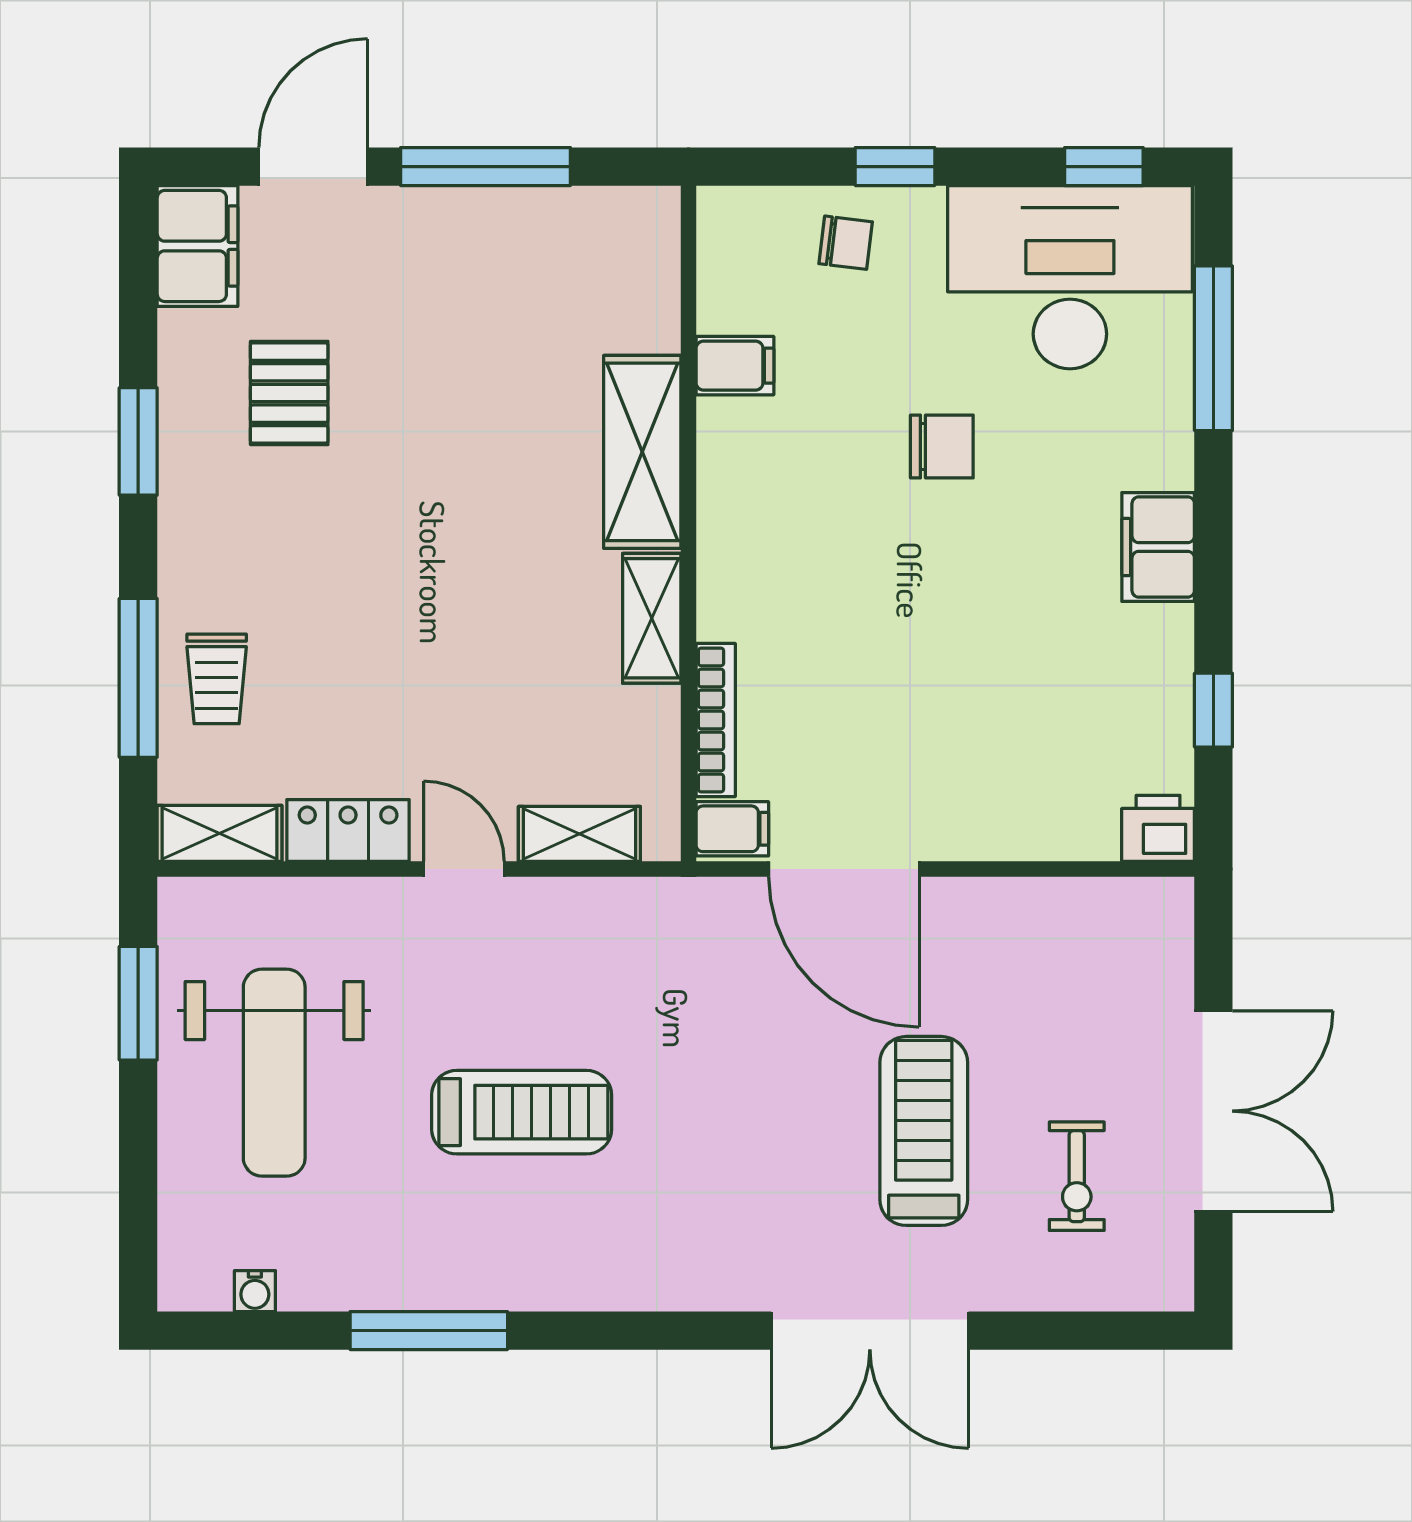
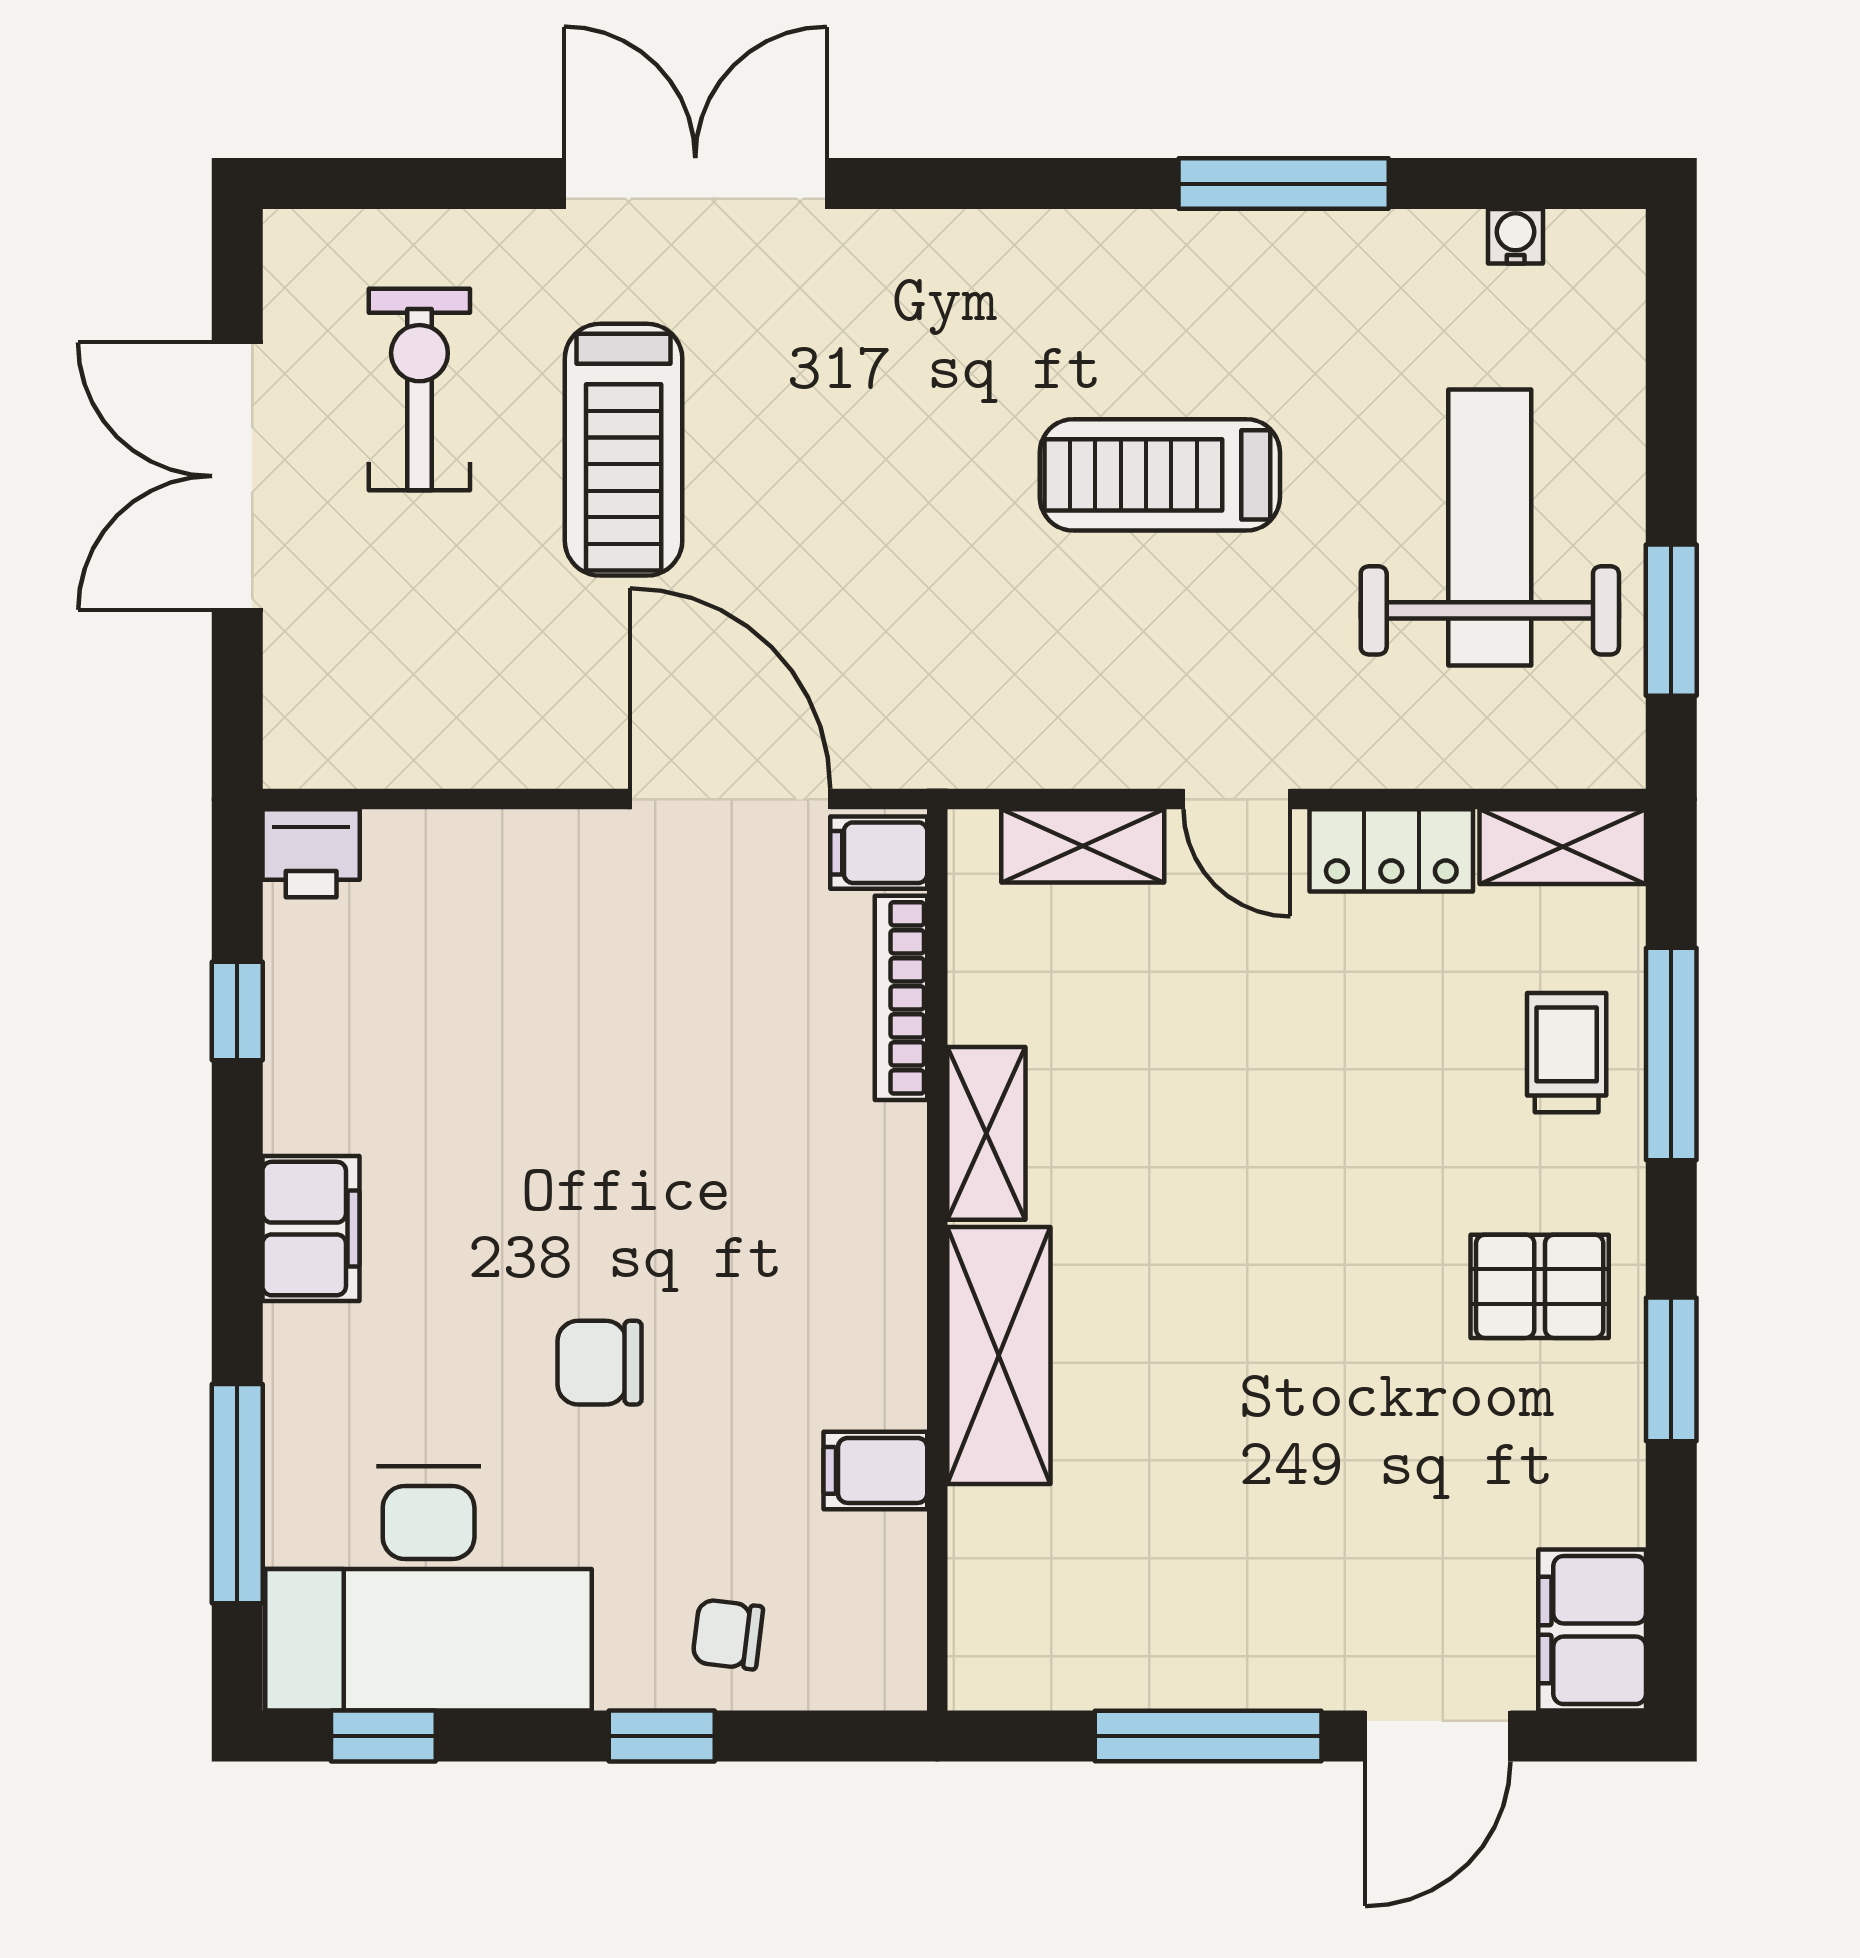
pallet: (289, 393) -> (1540, 1286), moved, turned 90
exercise bike: (1077, 1176) -> (419, 389), width x1.38, depth x1.39

